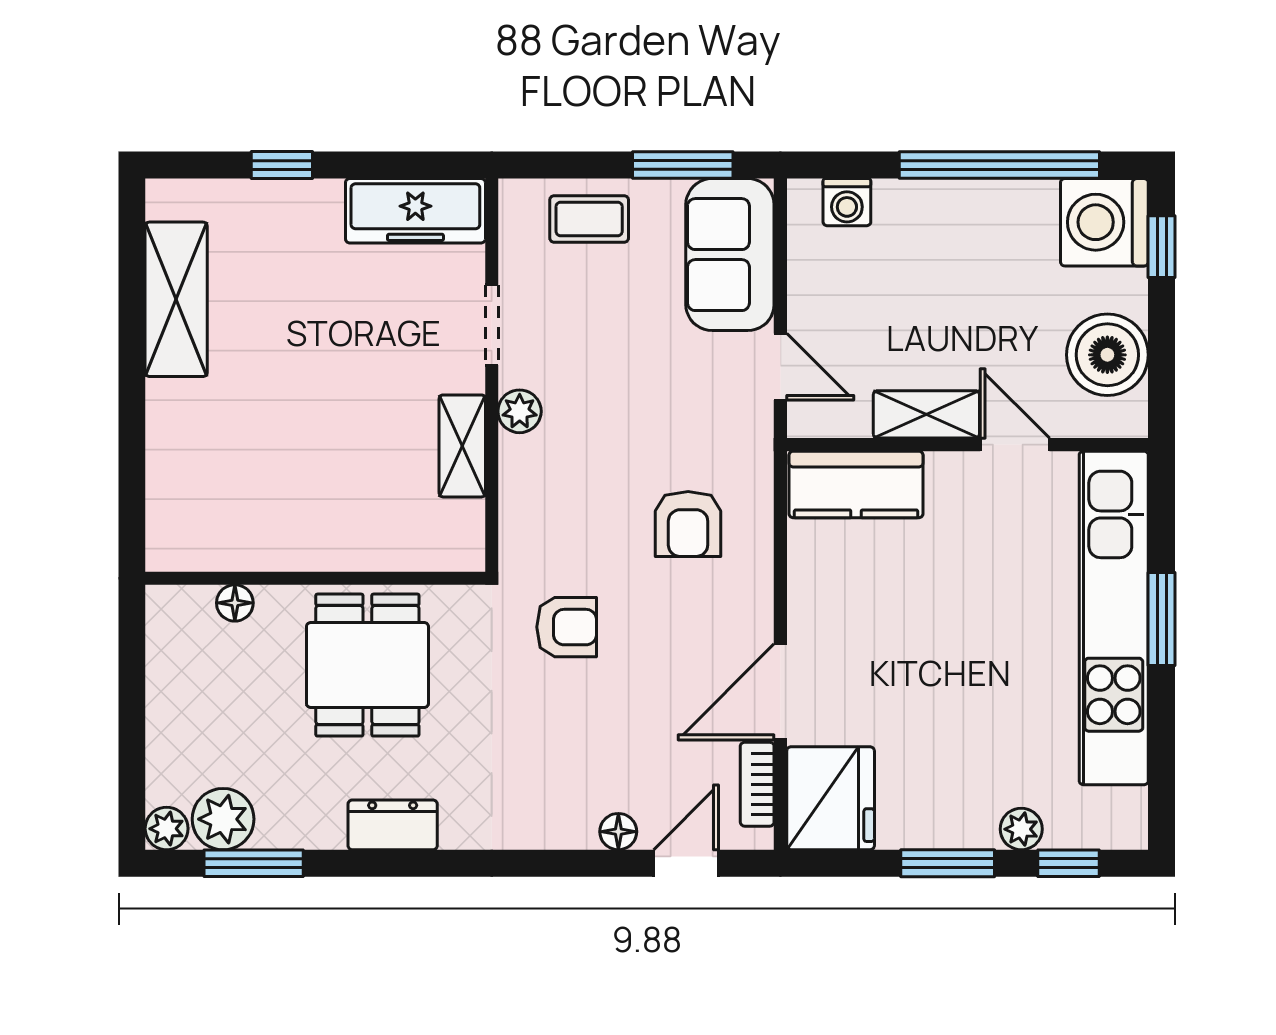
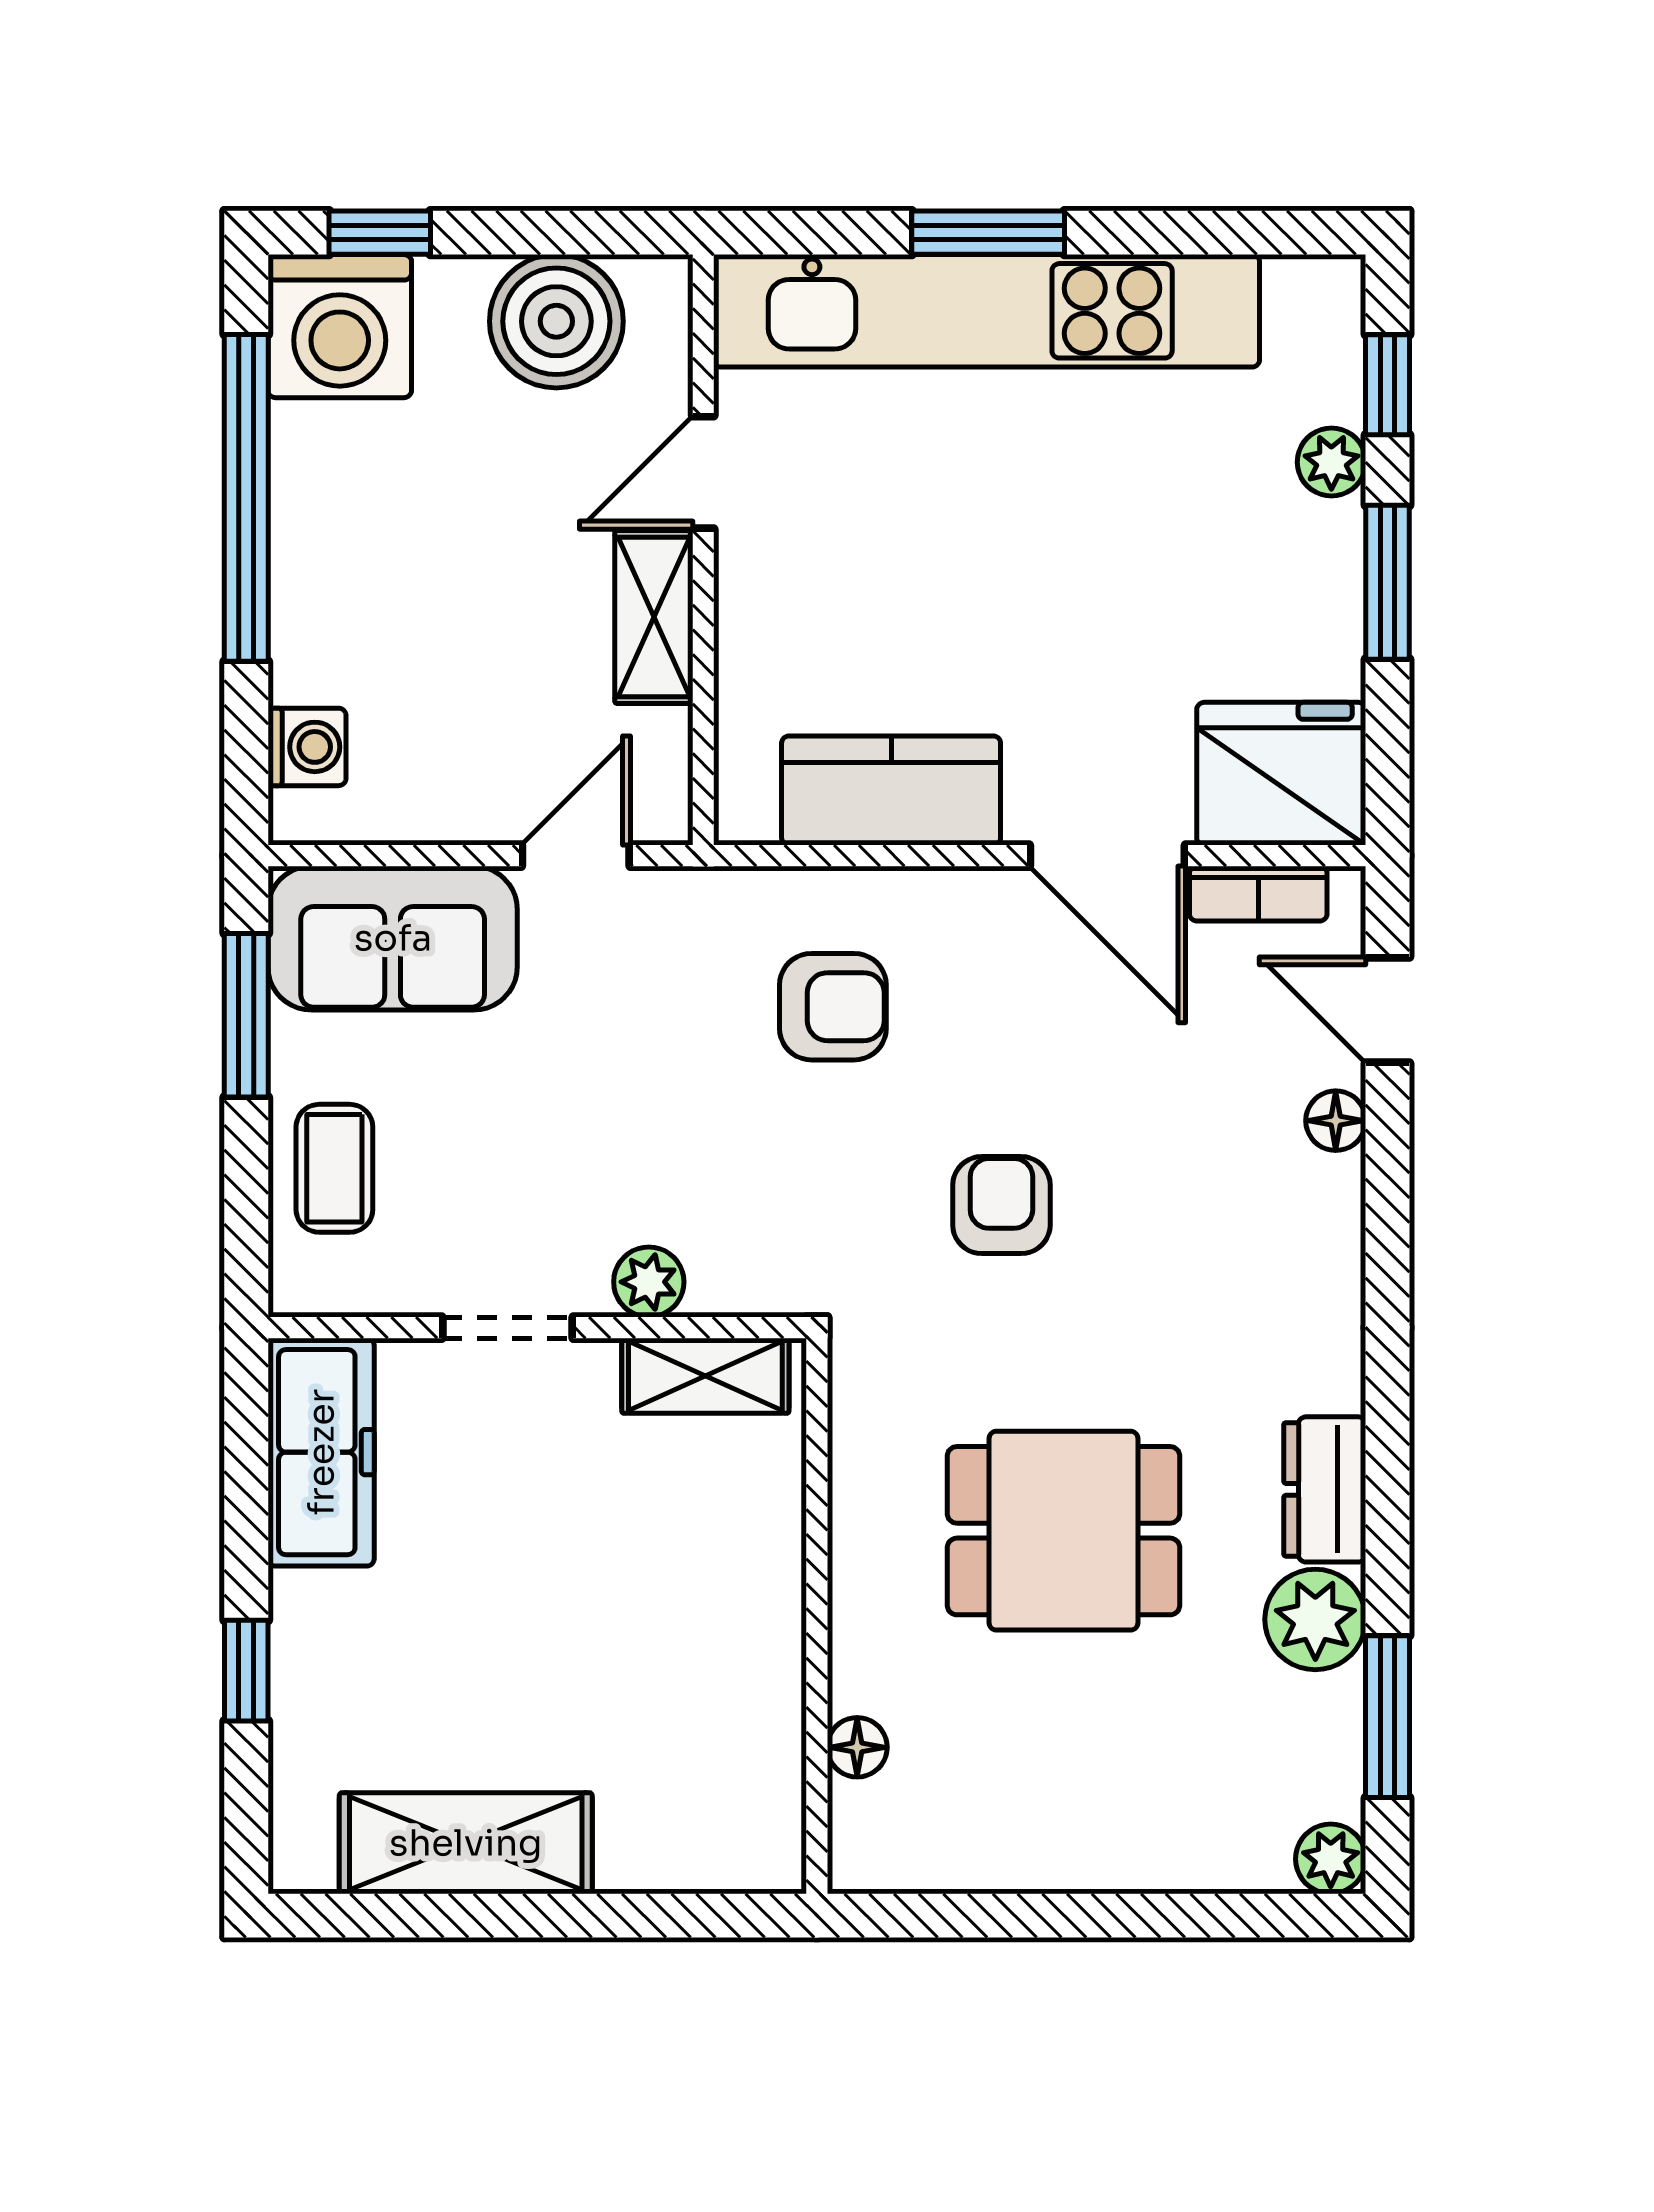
kitchen counter: (856, 484) -> (891, 790), moved, turned -90
wall: (315, 578) -> (817, 1616), moved
floor lamp: (235, 603) -> (857, 1747), moved
plant: (223, 819) -> (1315, 1619), moved

